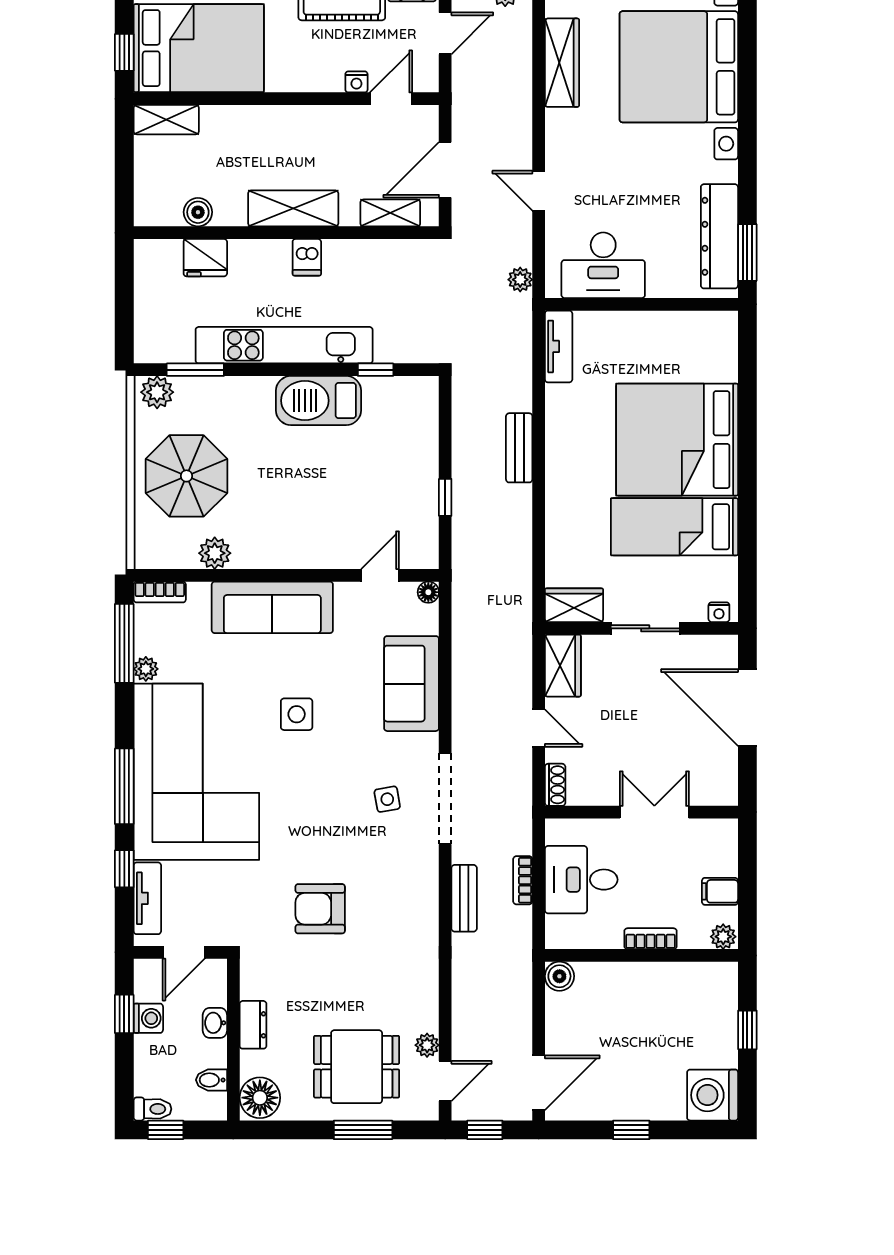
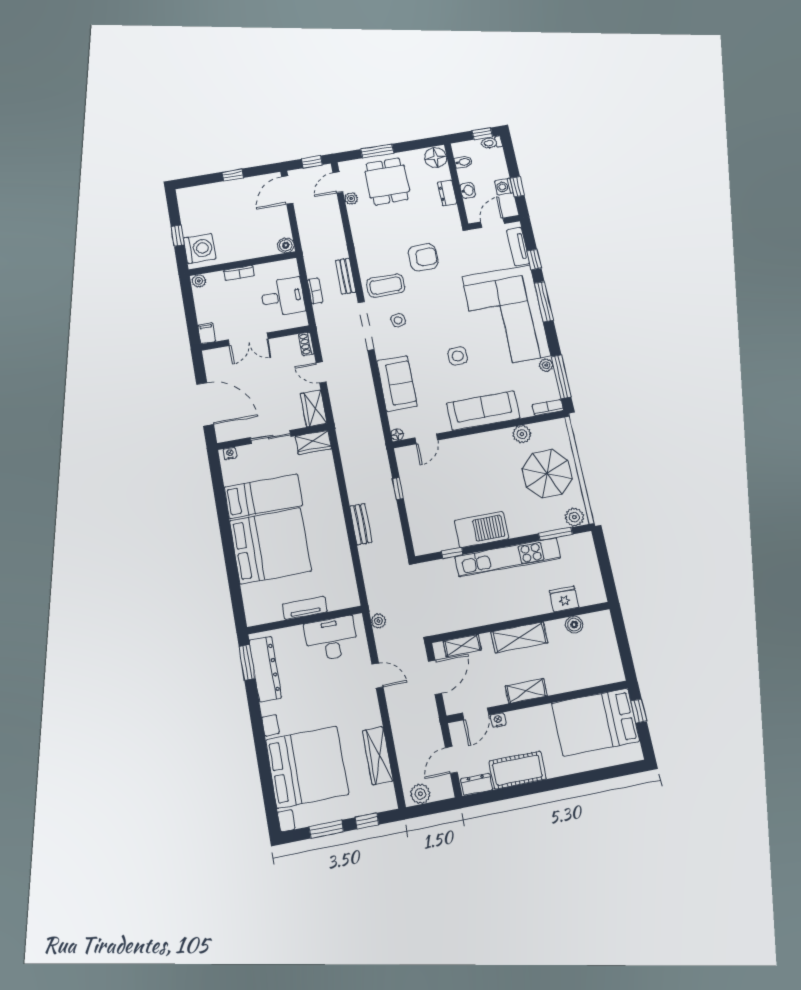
shelving: (166, 120) -> (526, 691), moved
dishwasher: (307, 257) -> (505, 610), removed
tv unit: (559, 346) -> (305, 608), moved, turned 90
coffee table: (397, 868) -> (386, 286), added
filing cabinet: (720, 891) -> (207, 333), moved, turned -90
dining table: (357, 1067) -> (387, 181), turned 90
washing machine: (713, 1095) -> (200, 248), moved

